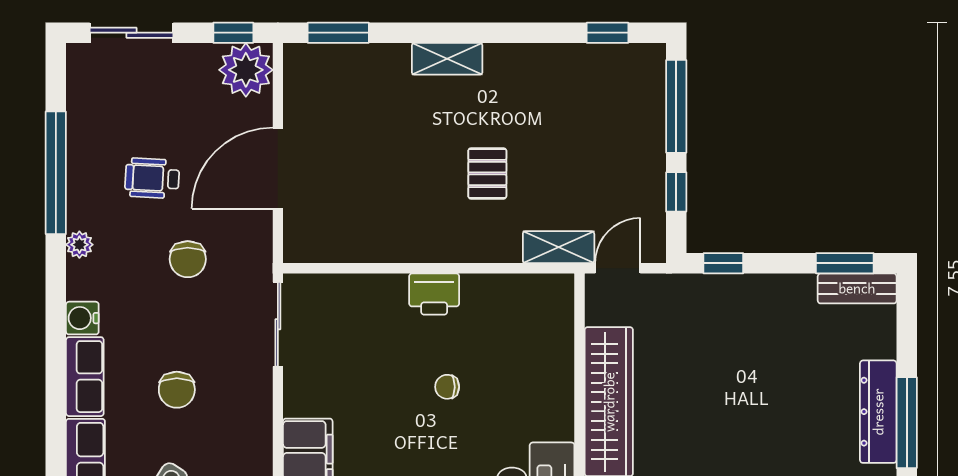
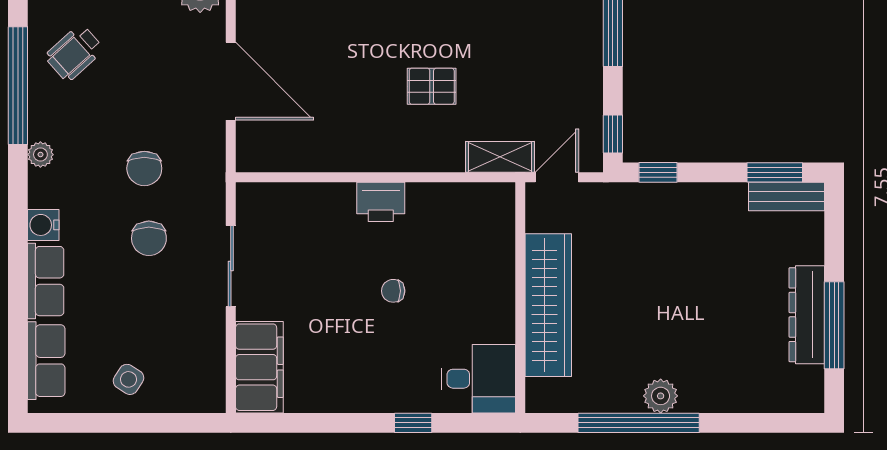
door: (278, 168) -> (231, 81), swing flipped
pallet: (487, 173) -> (432, 86), turned 90
wheelchair: (152, 178) -> (74, 53), moved, turned -45
window: (676, 192) -> (613, 134), moved
sliding door: (278, 324) -> (231, 266), moved
chair: (177, 390) -> (149, 238), moved

